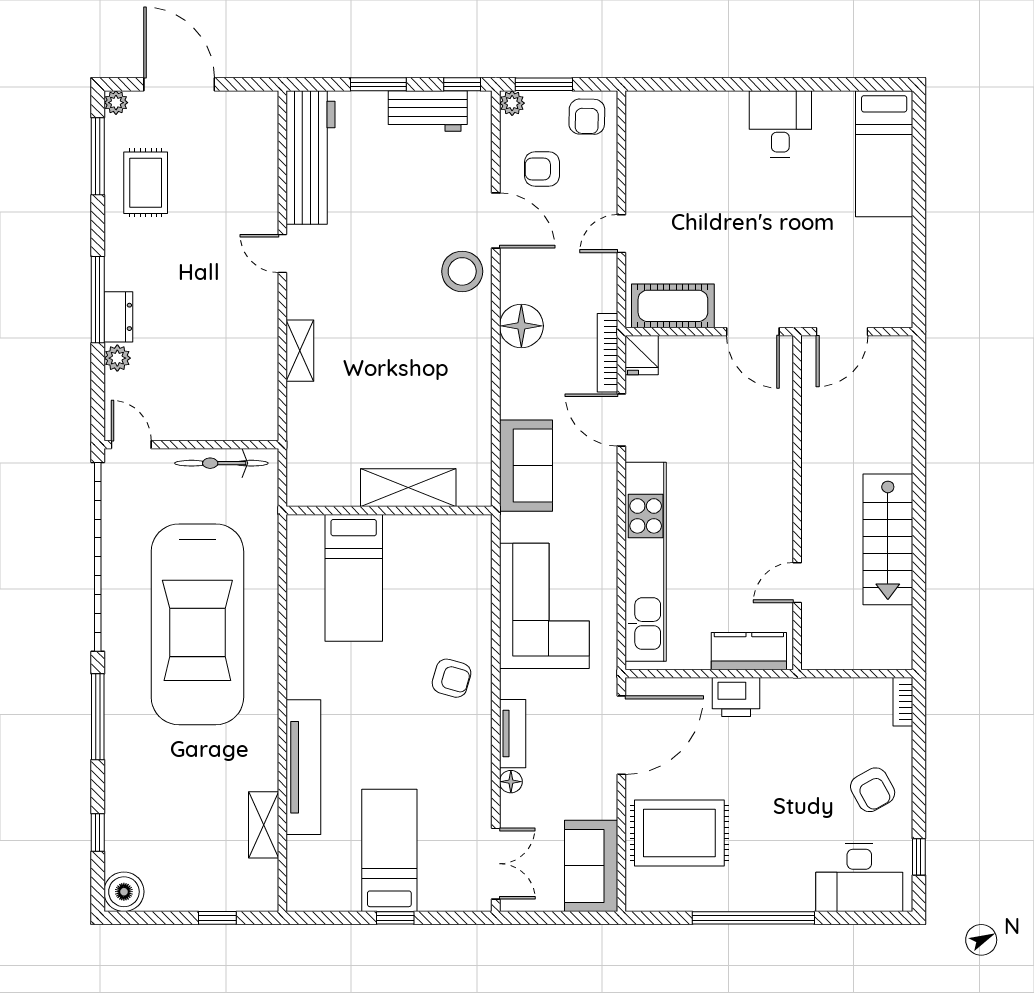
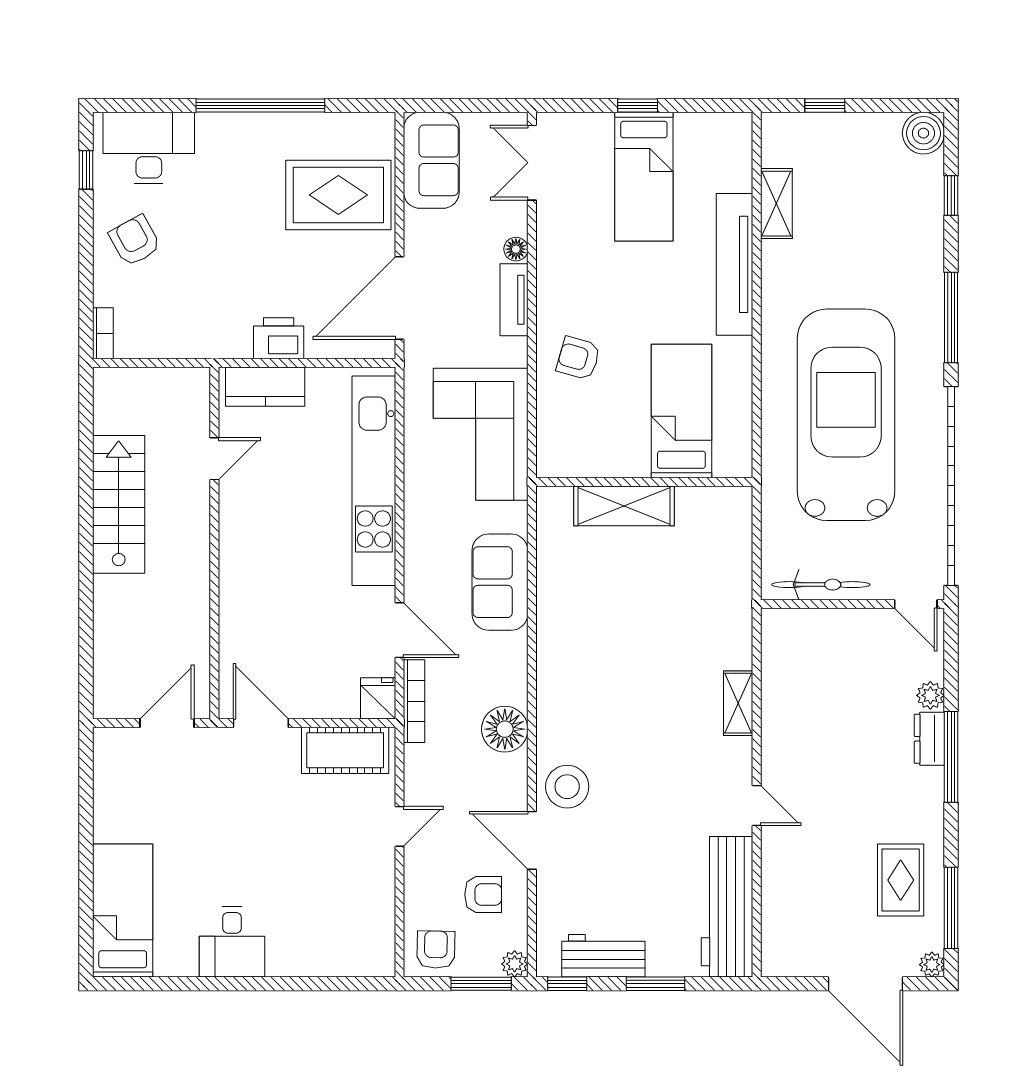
shelving: (408, 488) -> (624, 506), moved
wall: (389, 511) -> (644, 482), moved
bed: (354, 578) -> (681, 411), moved

